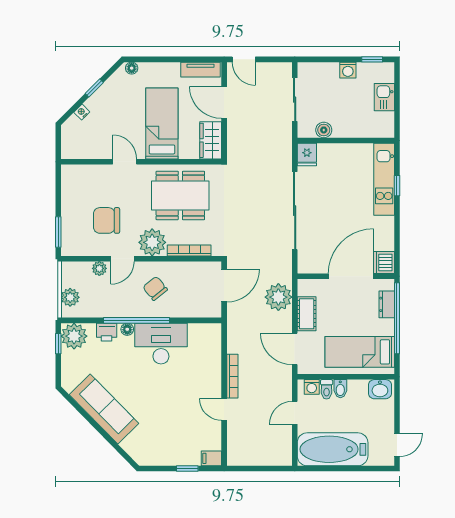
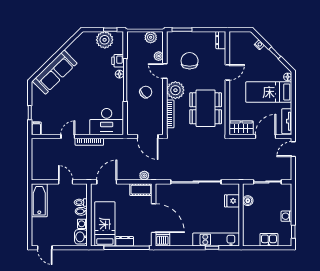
bed: (162, 123) -> (269, 92), moved, turned 180
fridge: (307, 155) -> (232, 201), moved
dresser: (74, 172) -> (221, 40), added
plant: (70, 297) -> (151, 37), moved
plant: (278, 297) -> (144, 176), width x0.53, depth x0.53
dresser: (387, 304) -> (125, 241), moved
cot: (307, 314) -> (141, 190), moved
plant: (74, 336) -> (105, 40), moved
desk: (161, 344) -> (107, 122), moved, turned 90
washing machine: (312, 387) -> (82, 224), moved
sofa: (104, 409) -> (55, 72), moved
bathtub: (333, 449) -> (39, 200), width x0.73, depth x0.73

